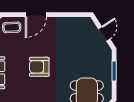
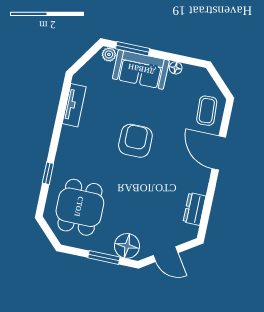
dresser: (73, 22) -> (194, 209), added
floor lamp: (104, 58) -> (127, 246), added

